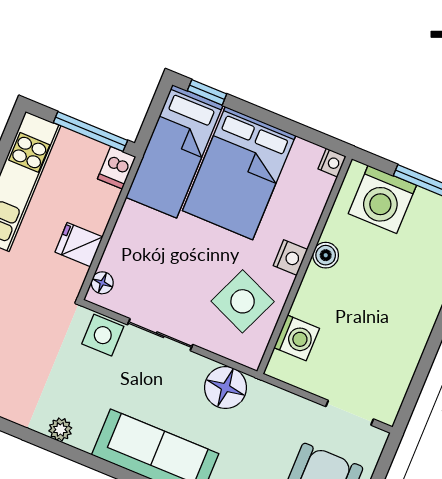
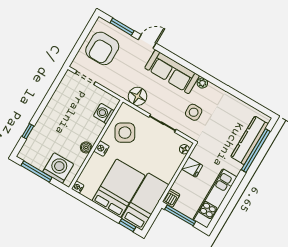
side table: (243, 301) -> (125, 133), turned 36
side table: (103, 335) -> (194, 112), moved
plant: (60, 429) -> (202, 83), moved

